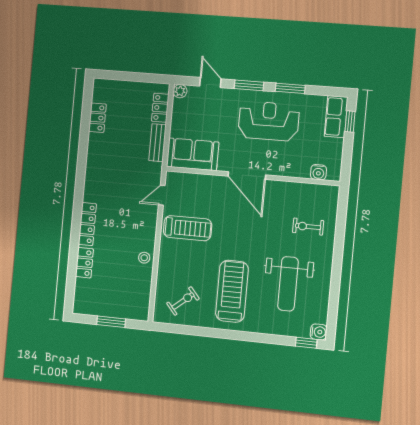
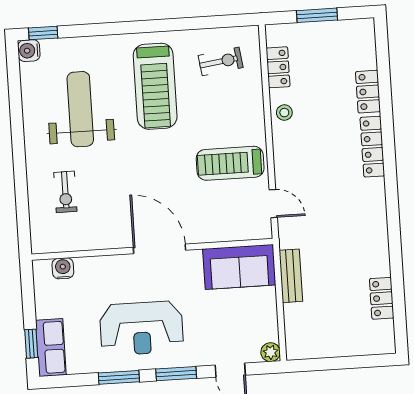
locker: (160, 108) -> (278, 67), moved
door: (162, 195) -> (273, 204), hinge flipped
exercise bike: (308, 227) -> (65, 192), turned 90
exercise bike: (183, 301) -> (221, 61), turned -148

